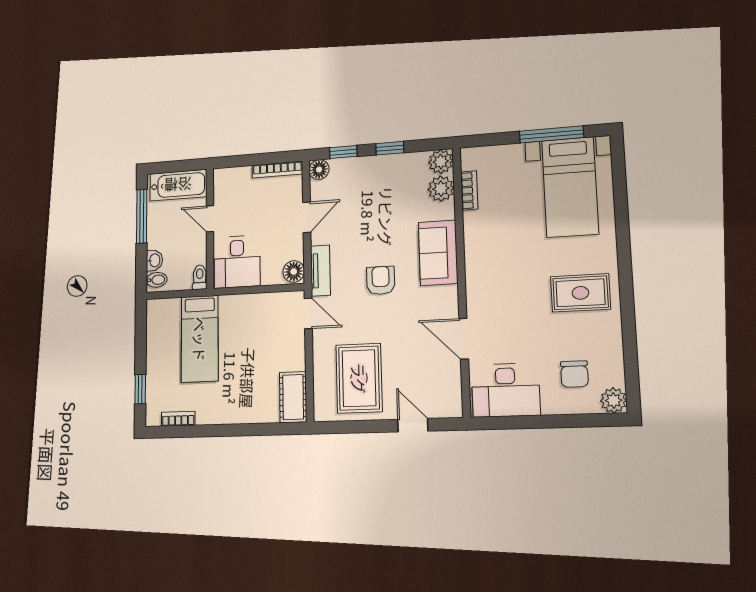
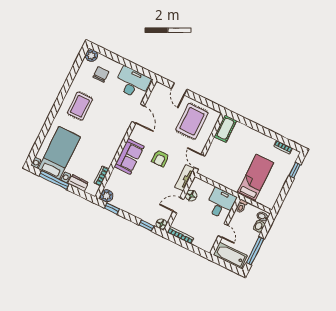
window: (390, 148) -> (112, 209), moved
dresser: (505, 154) -> (78, 183), added
plant: (441, 189) -> (113, 184), removed
floor lamp: (294, 272) -> (191, 196), moved
rug: (580, 293) -> (80, 106), turned 90

